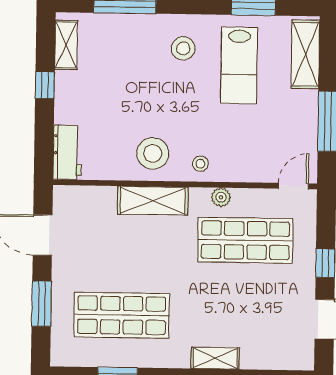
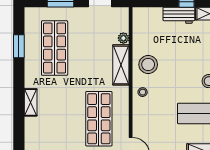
workbench: (67, 152) -> (179, 15), moved
plant: (221, 197) -> (123, 38), moved

